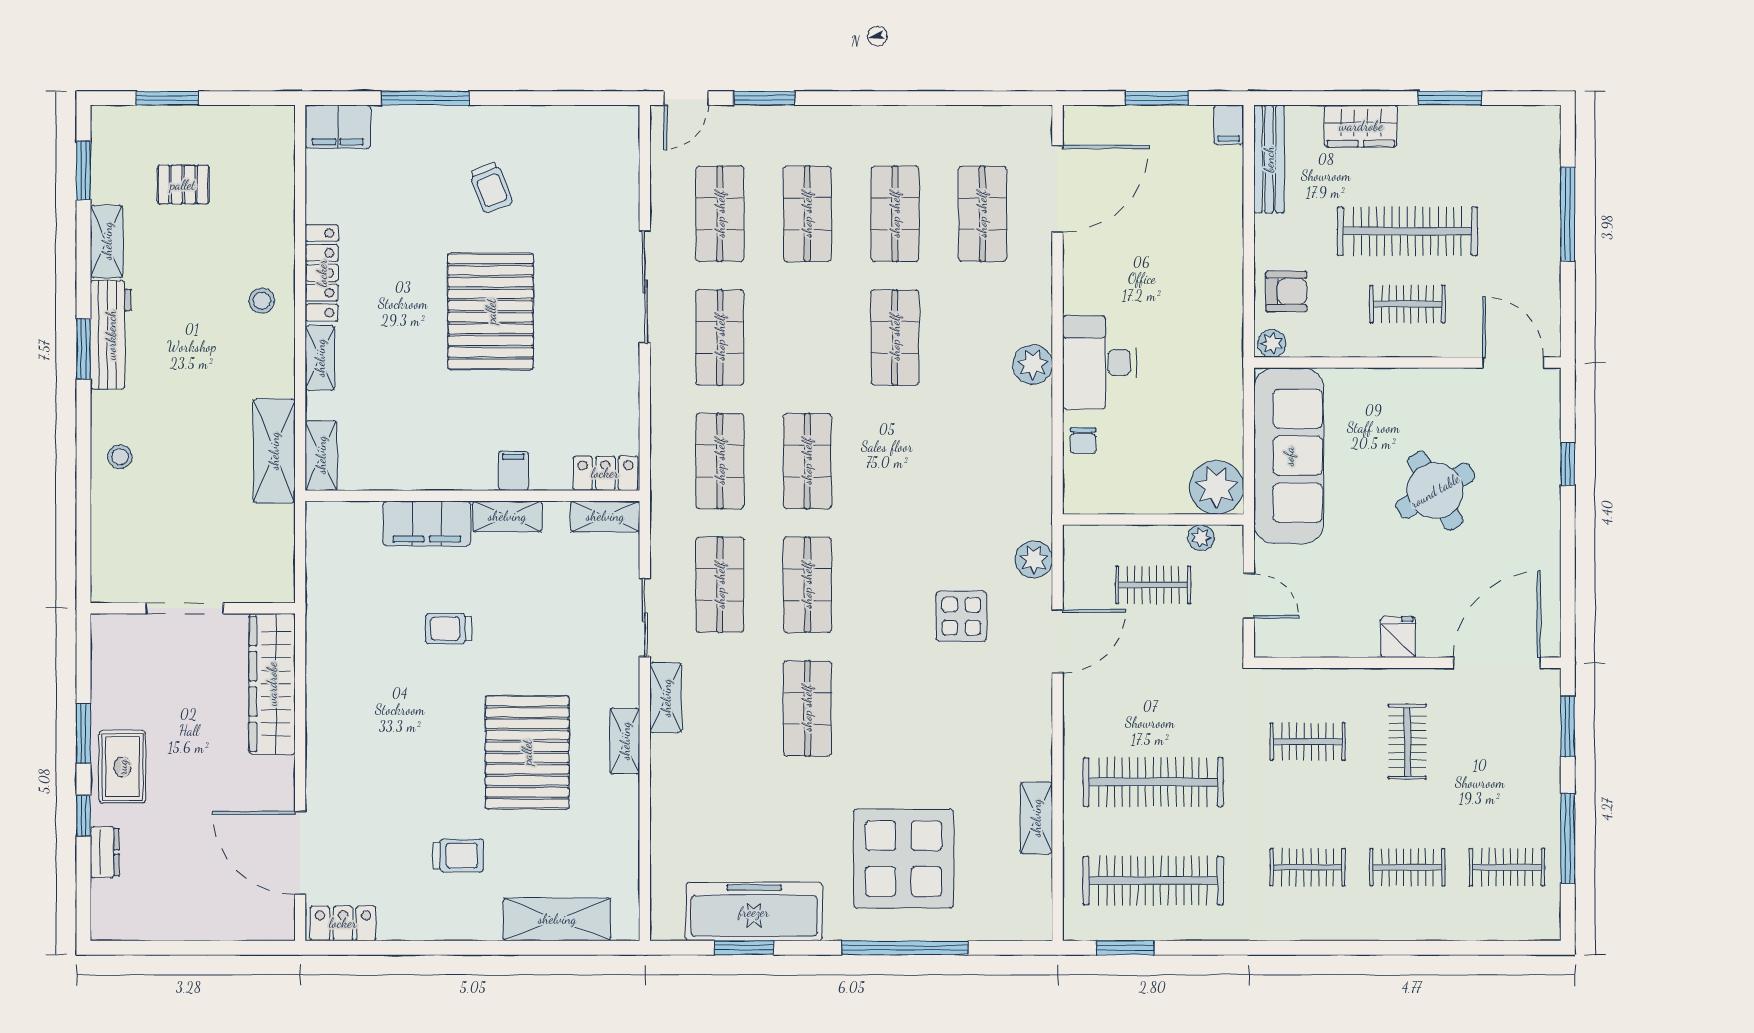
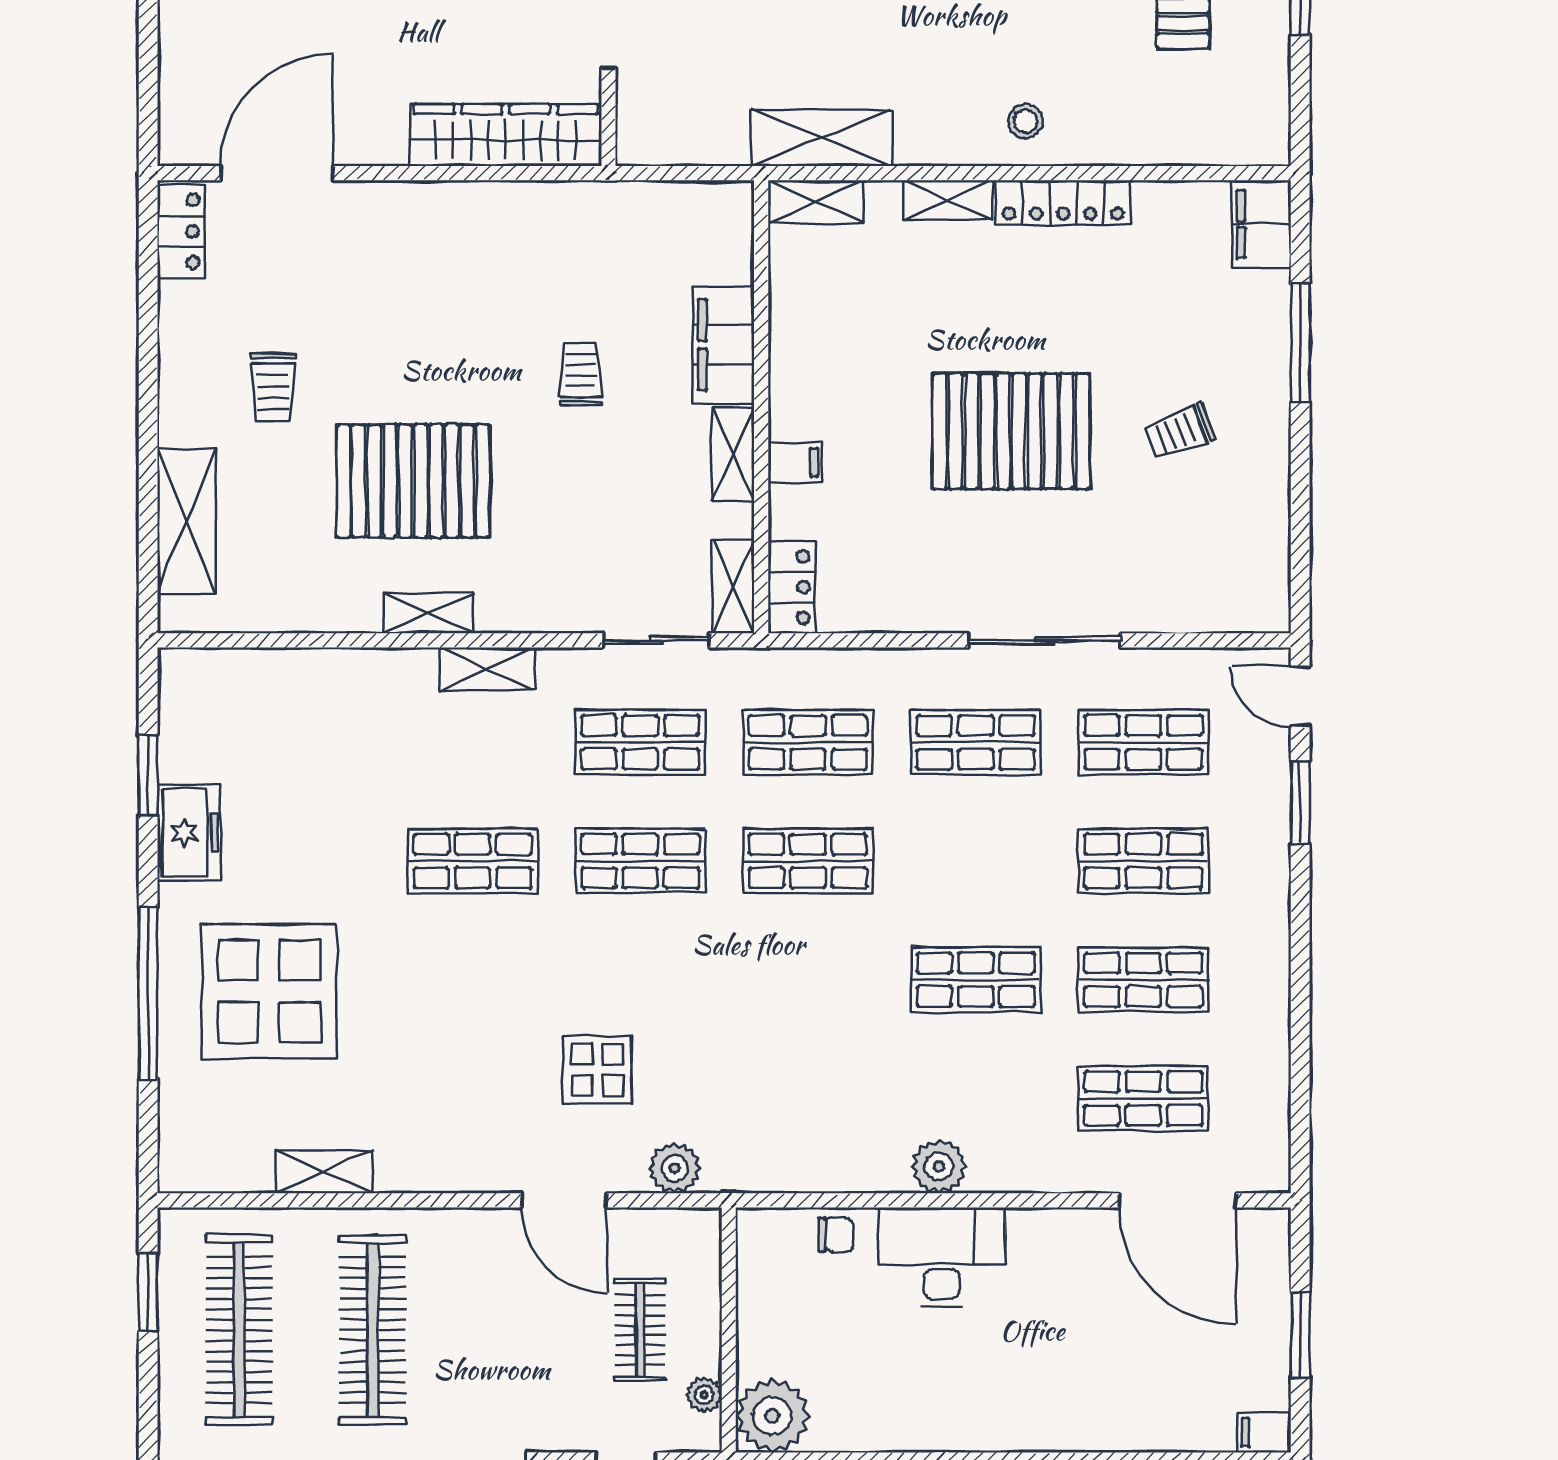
chair: (1083, 441) -> (836, 1235), turned 180
sliding door: (645, 617) -> (656, 640), moved
freezer: (754, 912) -> (189, 833), width x0.52, depth x0.79

